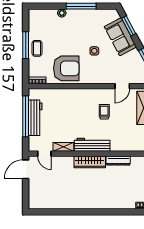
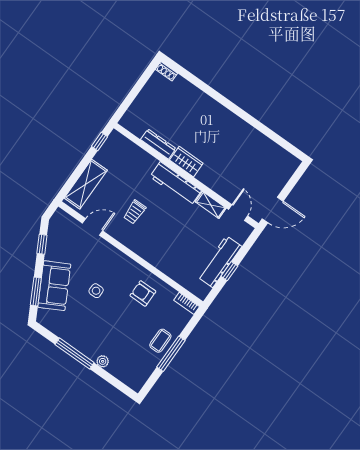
armchair: (66, 68) -> (143, 293), width x0.53, depth x0.53
window: (26, 116) -> (229, 271), width x0.32
wardrobe: (90, 162) -> (186, 162), width x0.67

